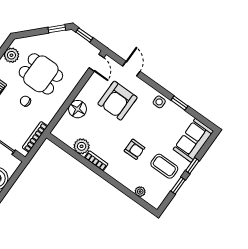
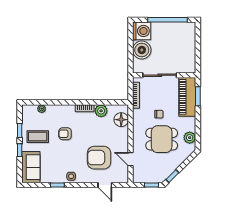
door: (97, 63) -> (130, 159), moved
armchair: (117, 101) -> (99, 158), turned -90
floor lamp: (77, 109) -> (121, 120), moved

